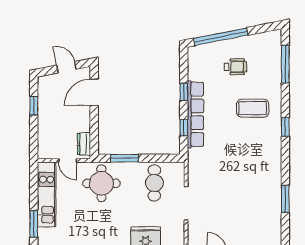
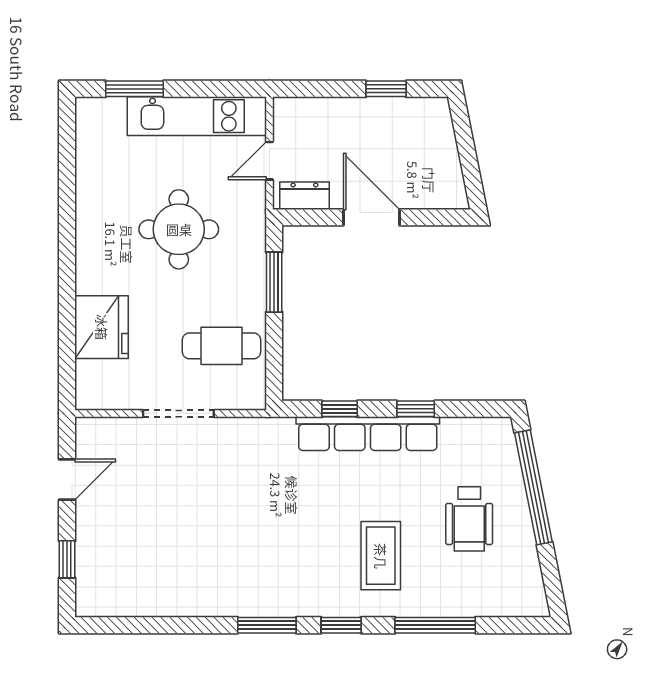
window: (285, 64) -> (435, 625), moved
door: (66, 67) -> (468, 158), removed
wheelchair: (235, 67) -> (469, 519), width x1.36, depth x1.37
door: (94, 92) -> (372, 217), moved
round table: (101, 183) -> (179, 229), moved
window: (285, 199) -> (267, 625), moved

